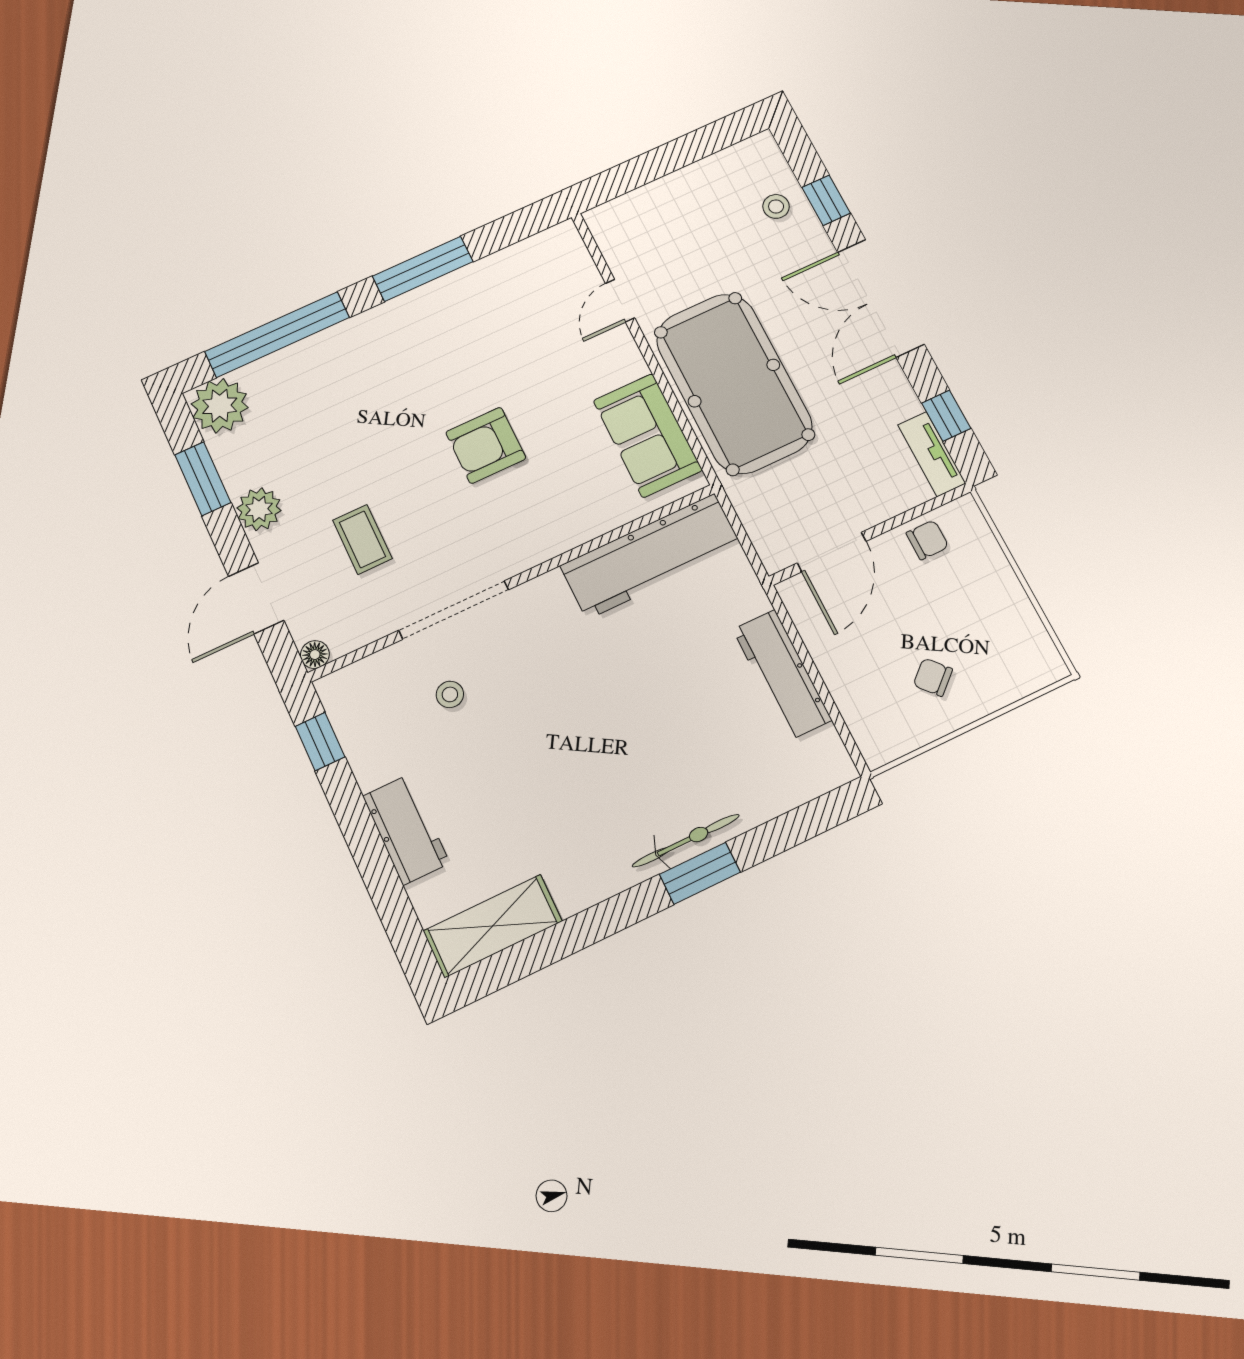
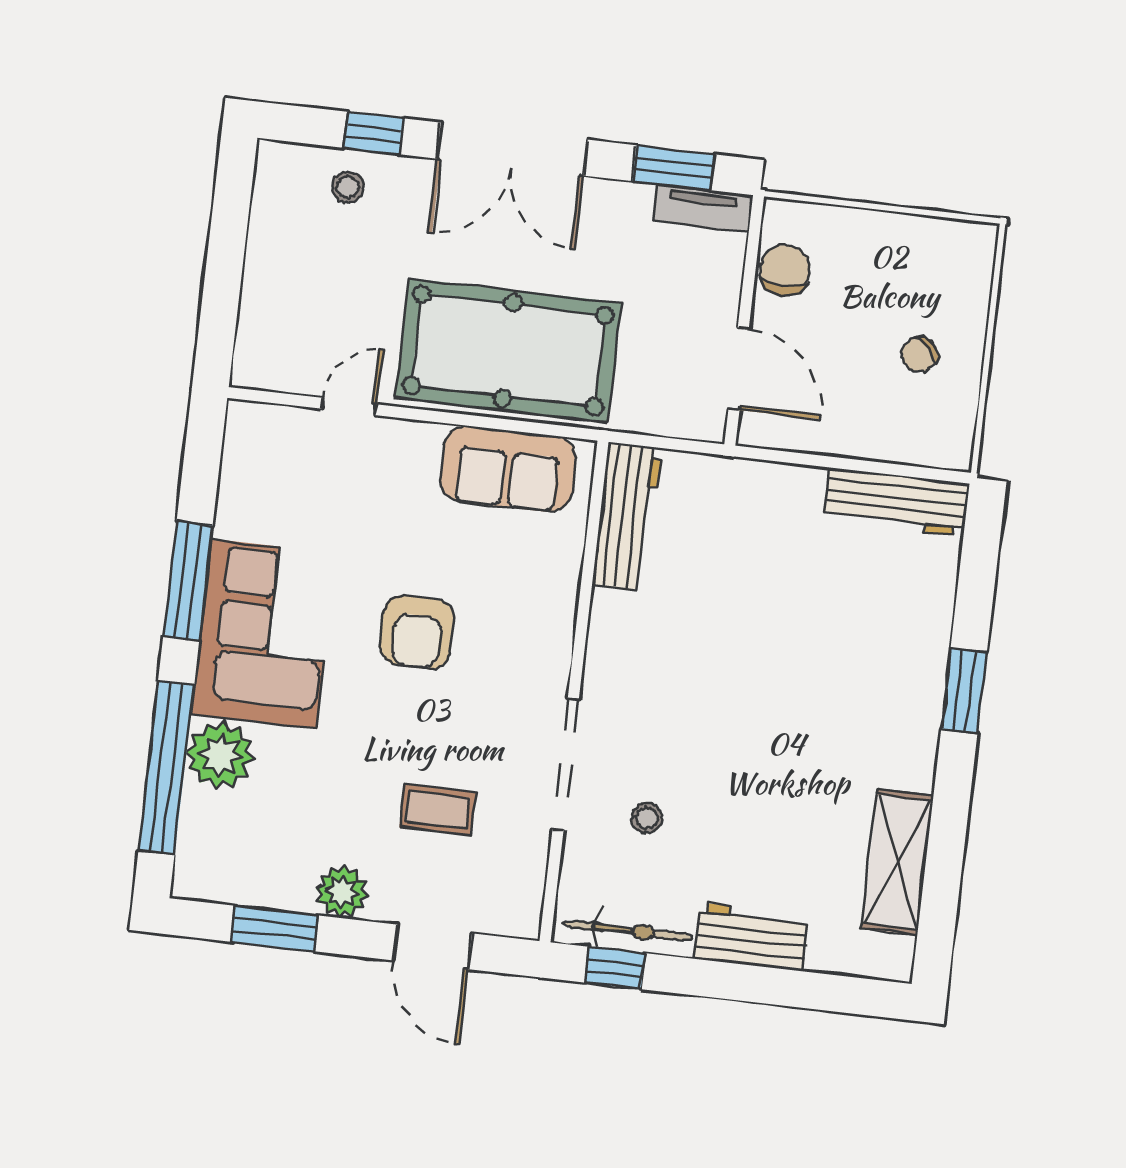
door: (620, 301) -> (349, 406), swing flipped
corner sofa: (417, 341) -> (263, 634), added
plant: (220, 406) -> (220, 755), moved
window: (946, 416) -> (674, 168), width x1.50
chair: (927, 540) -> (785, 270), width x1.37, depth x1.37
workbench: (651, 556) -> (627, 516), width x0.73, depth x0.76
floor lamp: (315, 655) -> (526, 923), removed
workbench: (782, 675) -> (897, 502), moved
bicycle: (686, 841) -> (628, 931), moved, turned 90
shelving: (493, 926) -> (898, 862), moved

